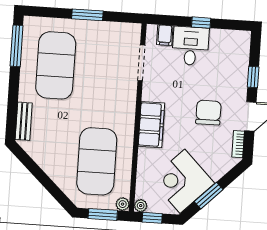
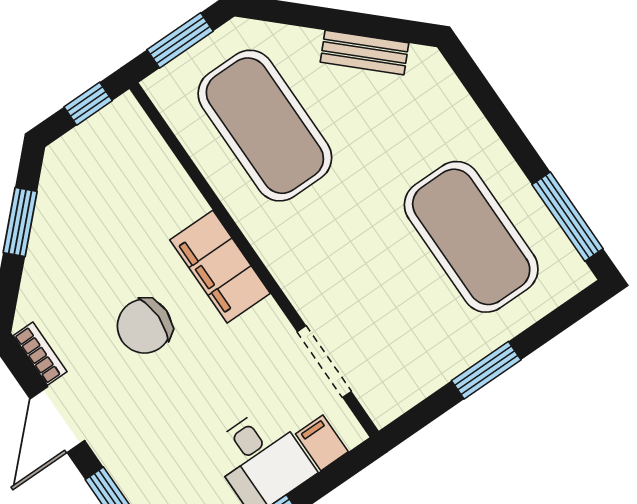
chair: (208, 113) -> (144, 326), moved, turned 90
bench: (24, 121) -> (365, 53), moved, turned -47
corner desk: (182, 181) -> (86, 210), removed
plant: (123, 204) -> (160, 86), removed
plant: (141, 206) -> (126, 109), removed

